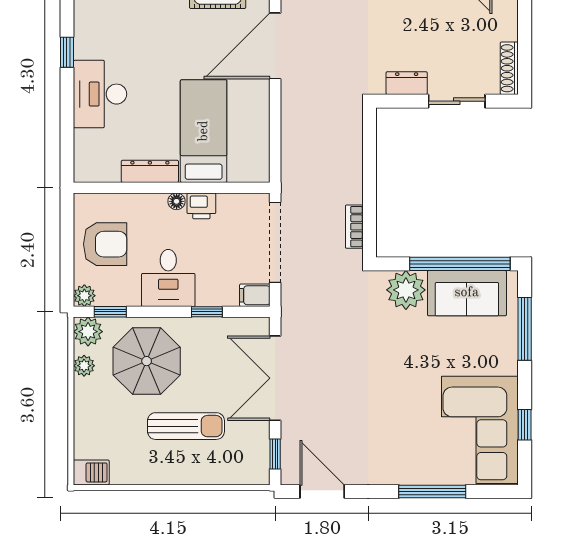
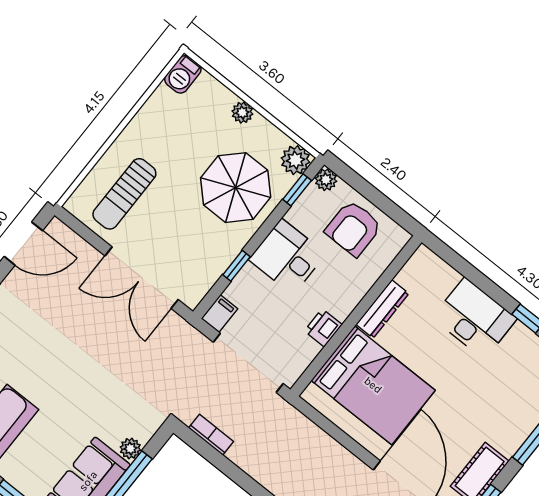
bed: (204, 131) -> (373, 385), width x1.50
floor lamp: (177, 201) -> (342, 311), removed
plant: (406, 290) -> (130, 448), width x0.53, depth x0.53
plant: (84, 366) -> (242, 113), moved
double door: (275, 378) -> (142, 278), swing flipped
sun lounger: (186, 426) -> (124, 194), moved
window: (275, 454) -> (82, 230), removed

